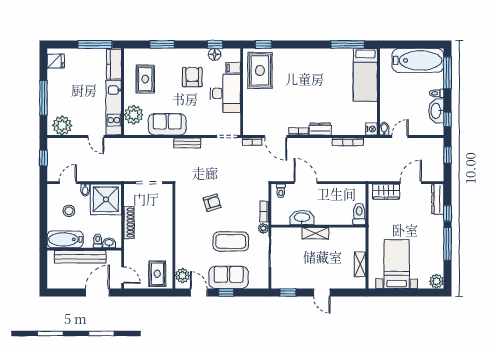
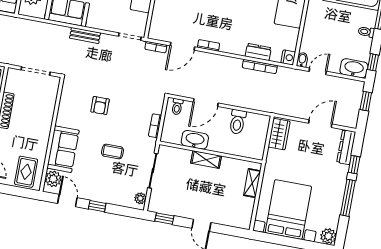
washbasin: (436, 111) -> (354, 68), moved, turned 90
dresser: (320, 129) -> (258, 52), moved
door: (276, 137) -> (182, 46), hinge flipped
door: (306, 183) -> (206, 102), swing flipped
wardrobe: (386, 192) -> (279, 134), moved, turned -90
armchair: (212, 203) -> (100, 106), turned 107
toilet: (359, 214) -> (238, 122), moved, turned 180
plant: (263, 228) -> (140, 198), moved
coffee table: (231, 242) -> (113, 152), width x0.54, depth x0.58
shelving: (360, 264) -> (252, 183), moved
bed with nightstands: (397, 264) -> (288, 210), width x1.36
sofa: (229, 277) -> (63, 149), moved, turned 90

